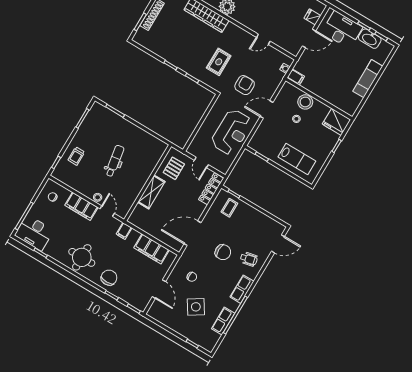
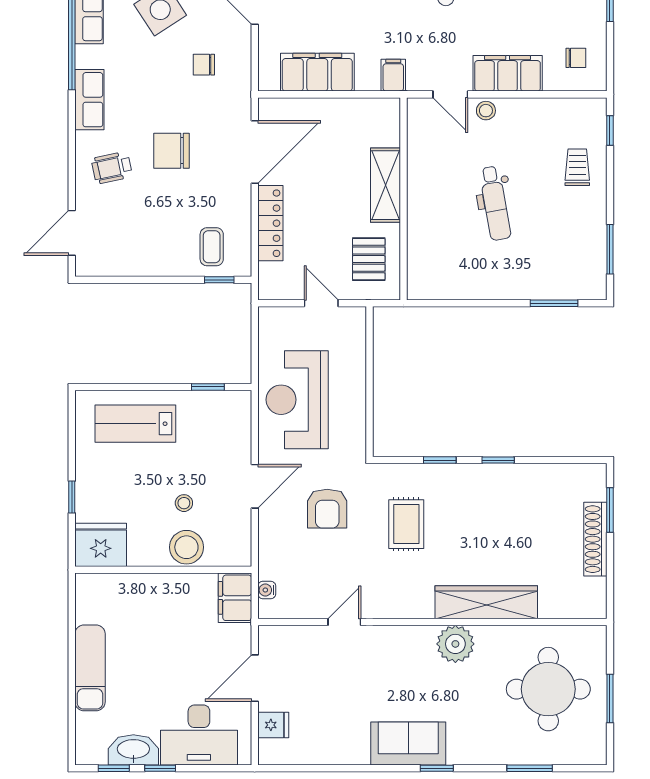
filing cabinet: (296, 77) -> (235, 598), width x2.00
locker: (211, 189) -> (270, 223), moved

